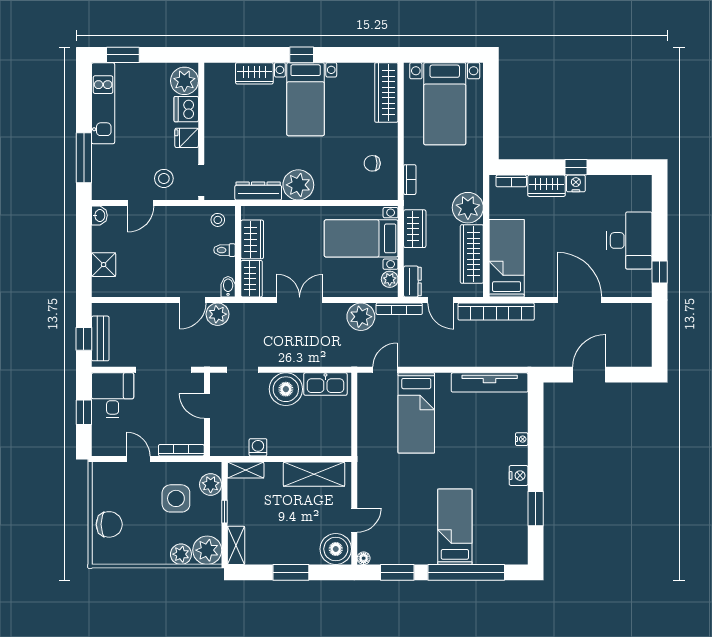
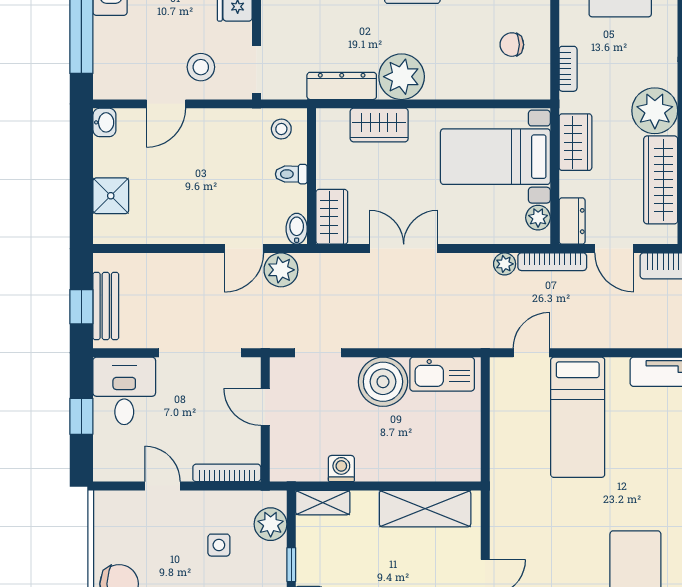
wardrobe: (252, 239) -> (379, 125), moved, turned 90
plant: (361, 317) -> (505, 264), width x0.53, depth x0.53
side table: (176, 498) -> (219, 545), width x0.54, depth x0.54

